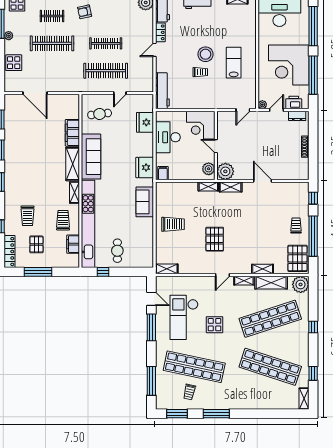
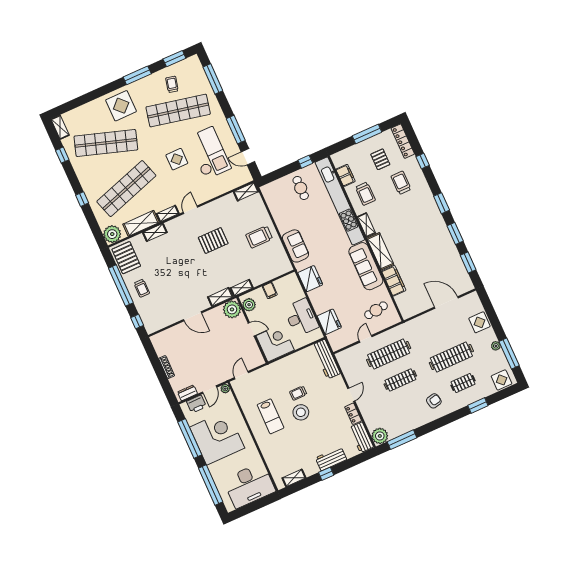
filing cabinet: (163, 173) -> (270, 291), moved
pallet: (215, 239) -> (213, 241), turned 90
display table: (242, 393) -> (121, 106), added

